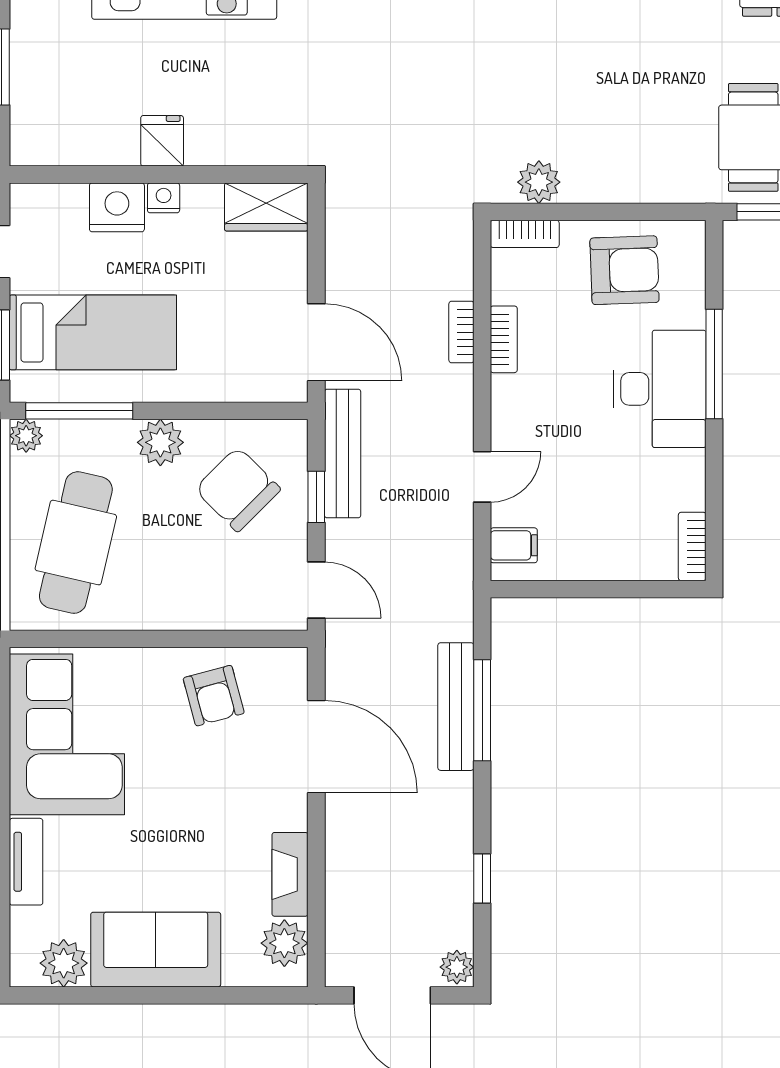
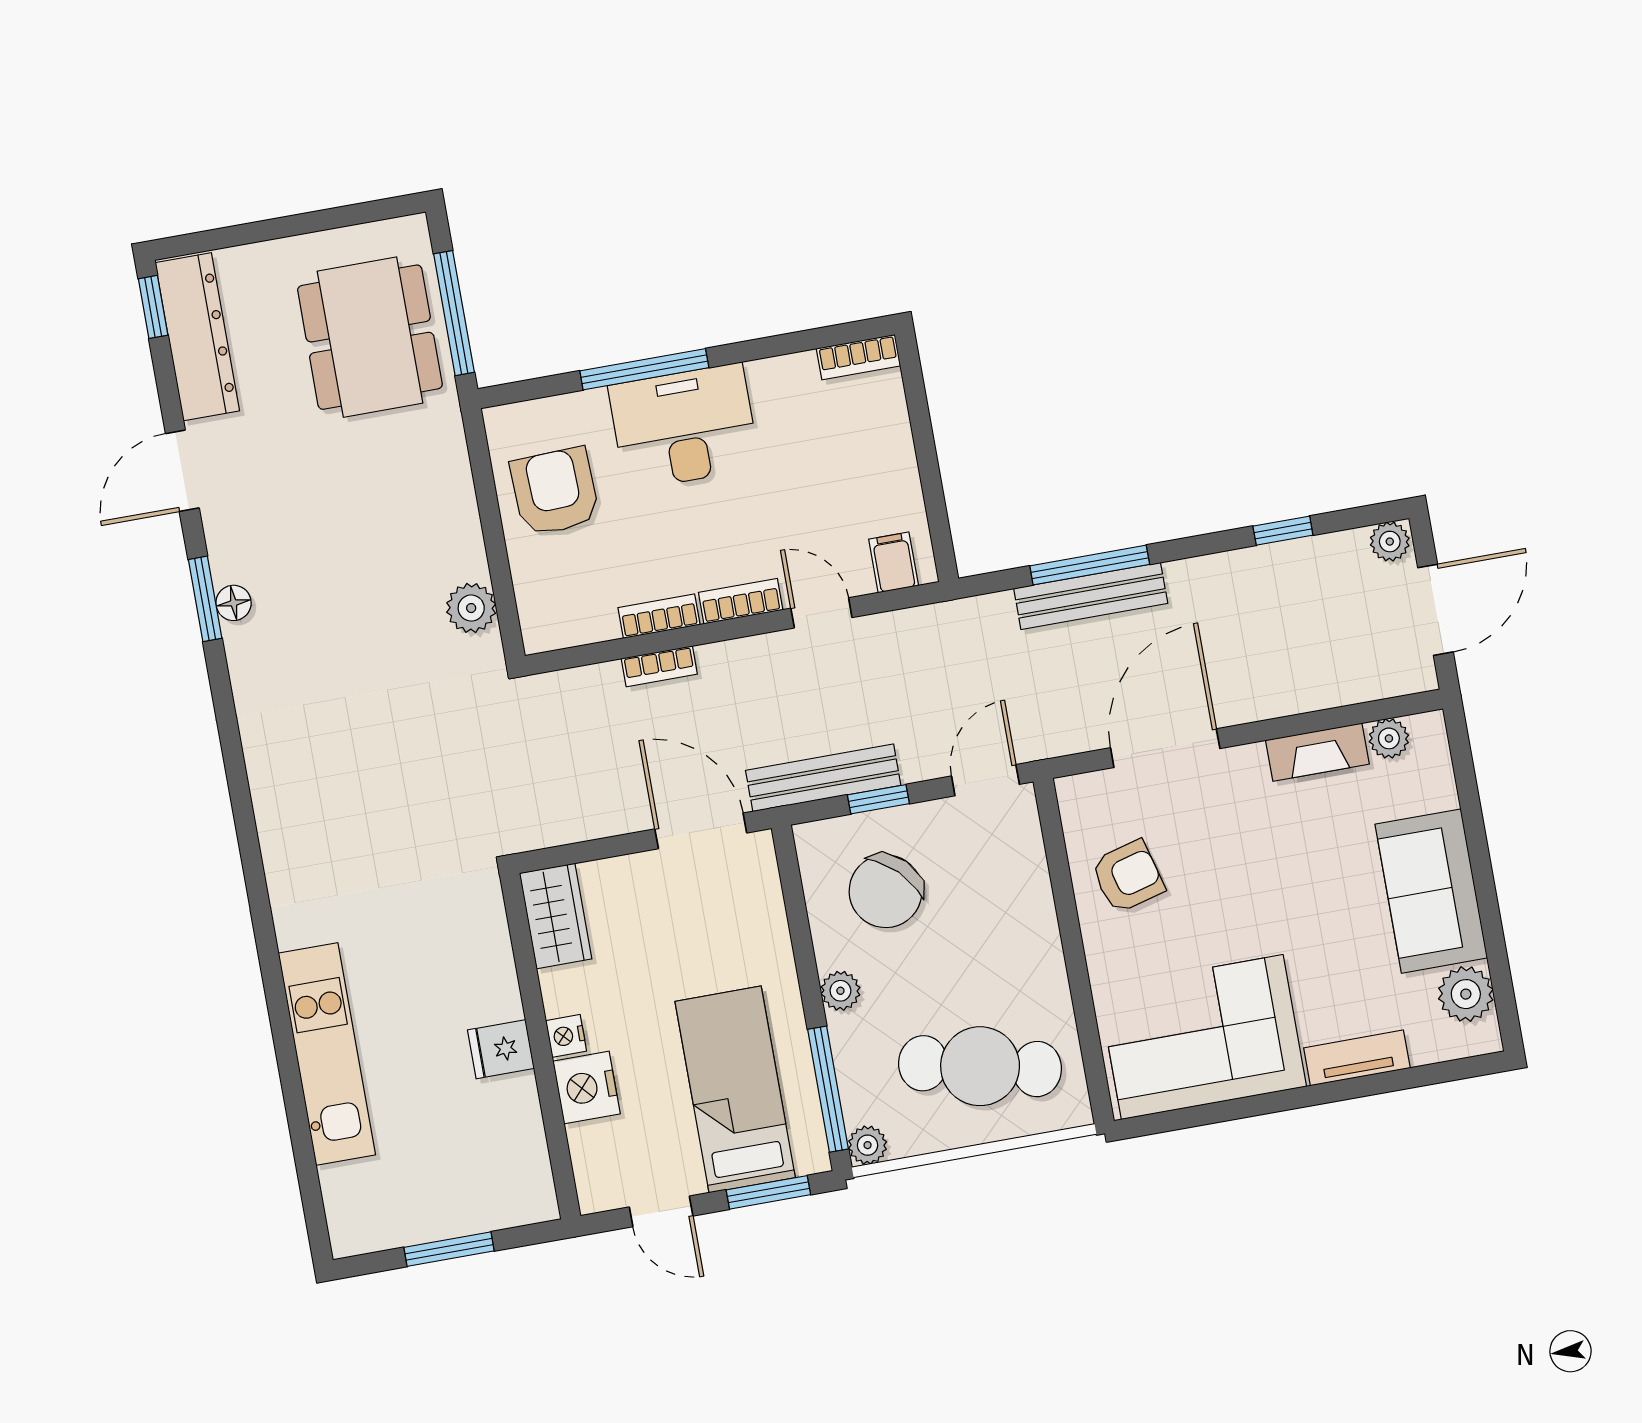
bookcase: (525, 234) -> (741, 601), moved, turned -90
door: (316, 342) -> (701, 831), hinge flipped
plant: (160, 442) -> (840, 991), width x0.73, depth x0.73
plant: (284, 943) -> (1389, 738), width x0.73, depth x0.73

